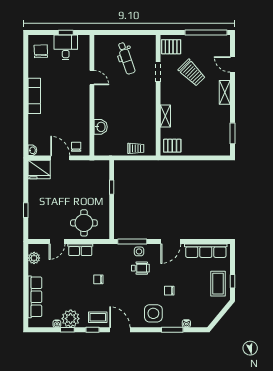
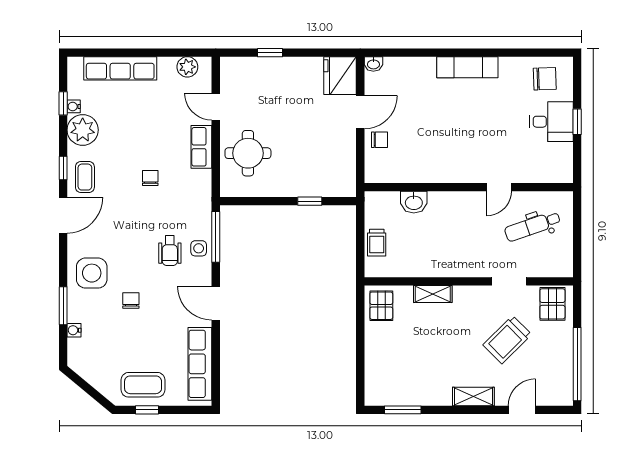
door: (92, 78) -> (499, 187), moved
wall: (92, 95) -> (469, 187), moved
washbasin: (101, 127) -> (414, 202), moved
window: (67, 330) -> (63, 103), moved

